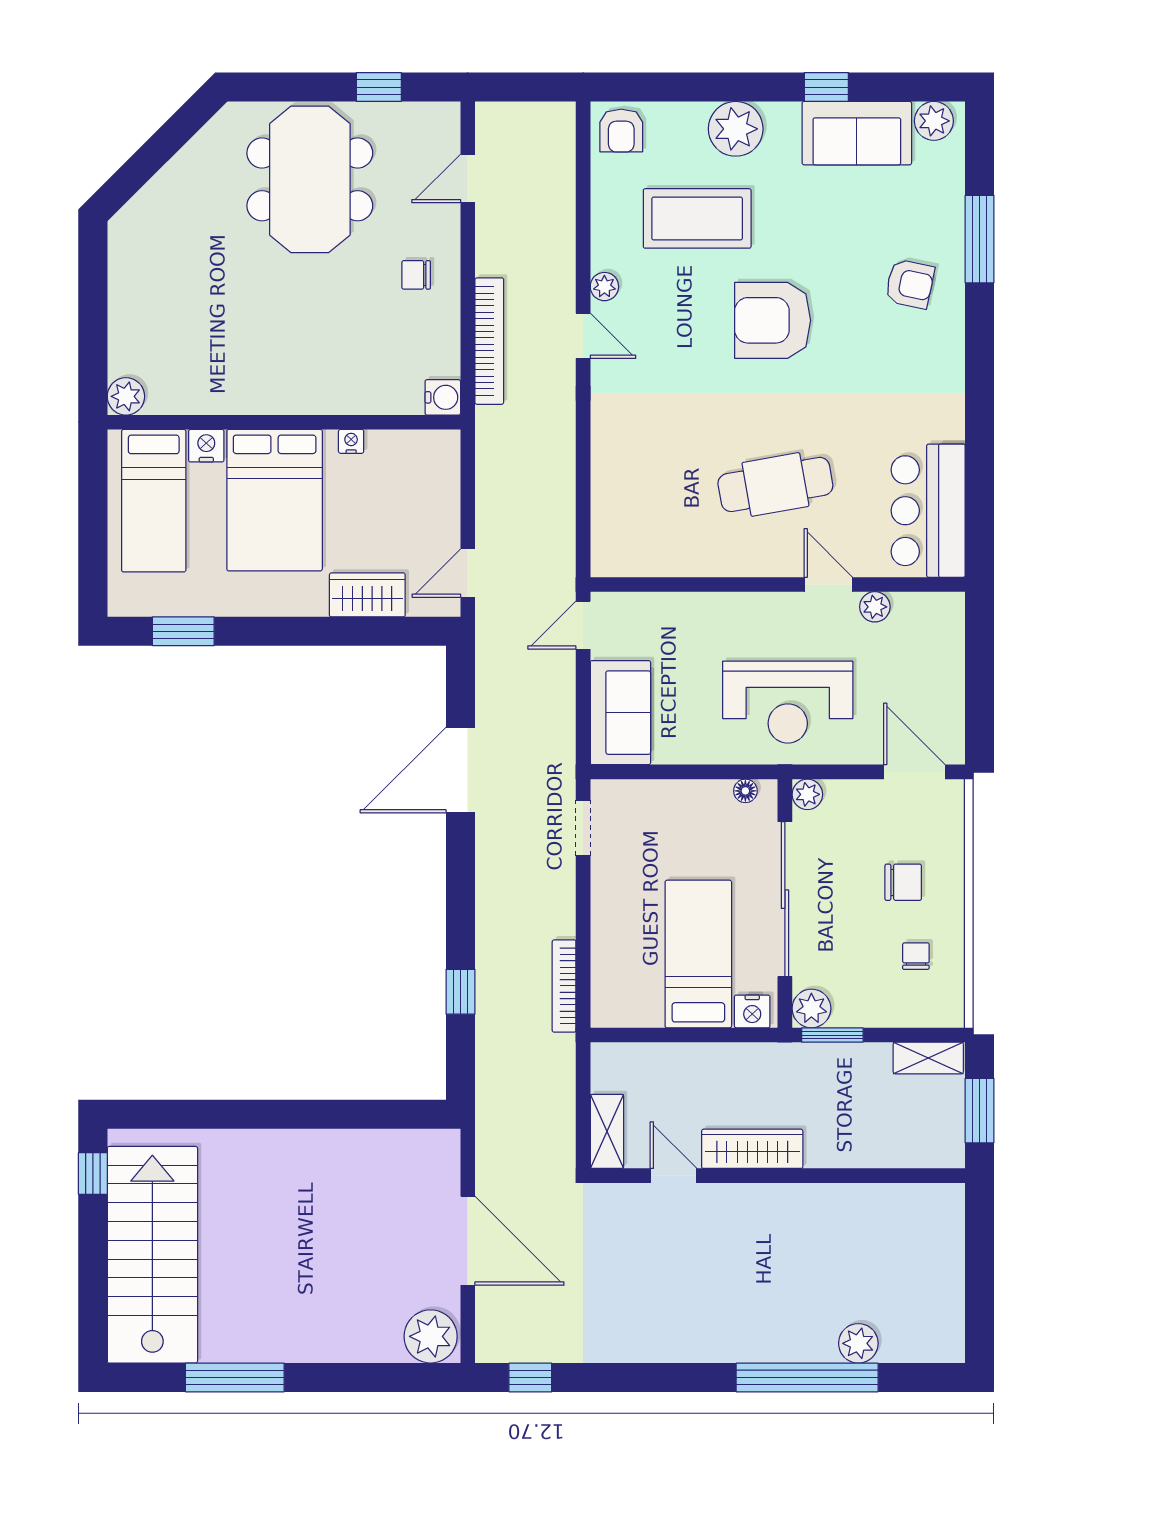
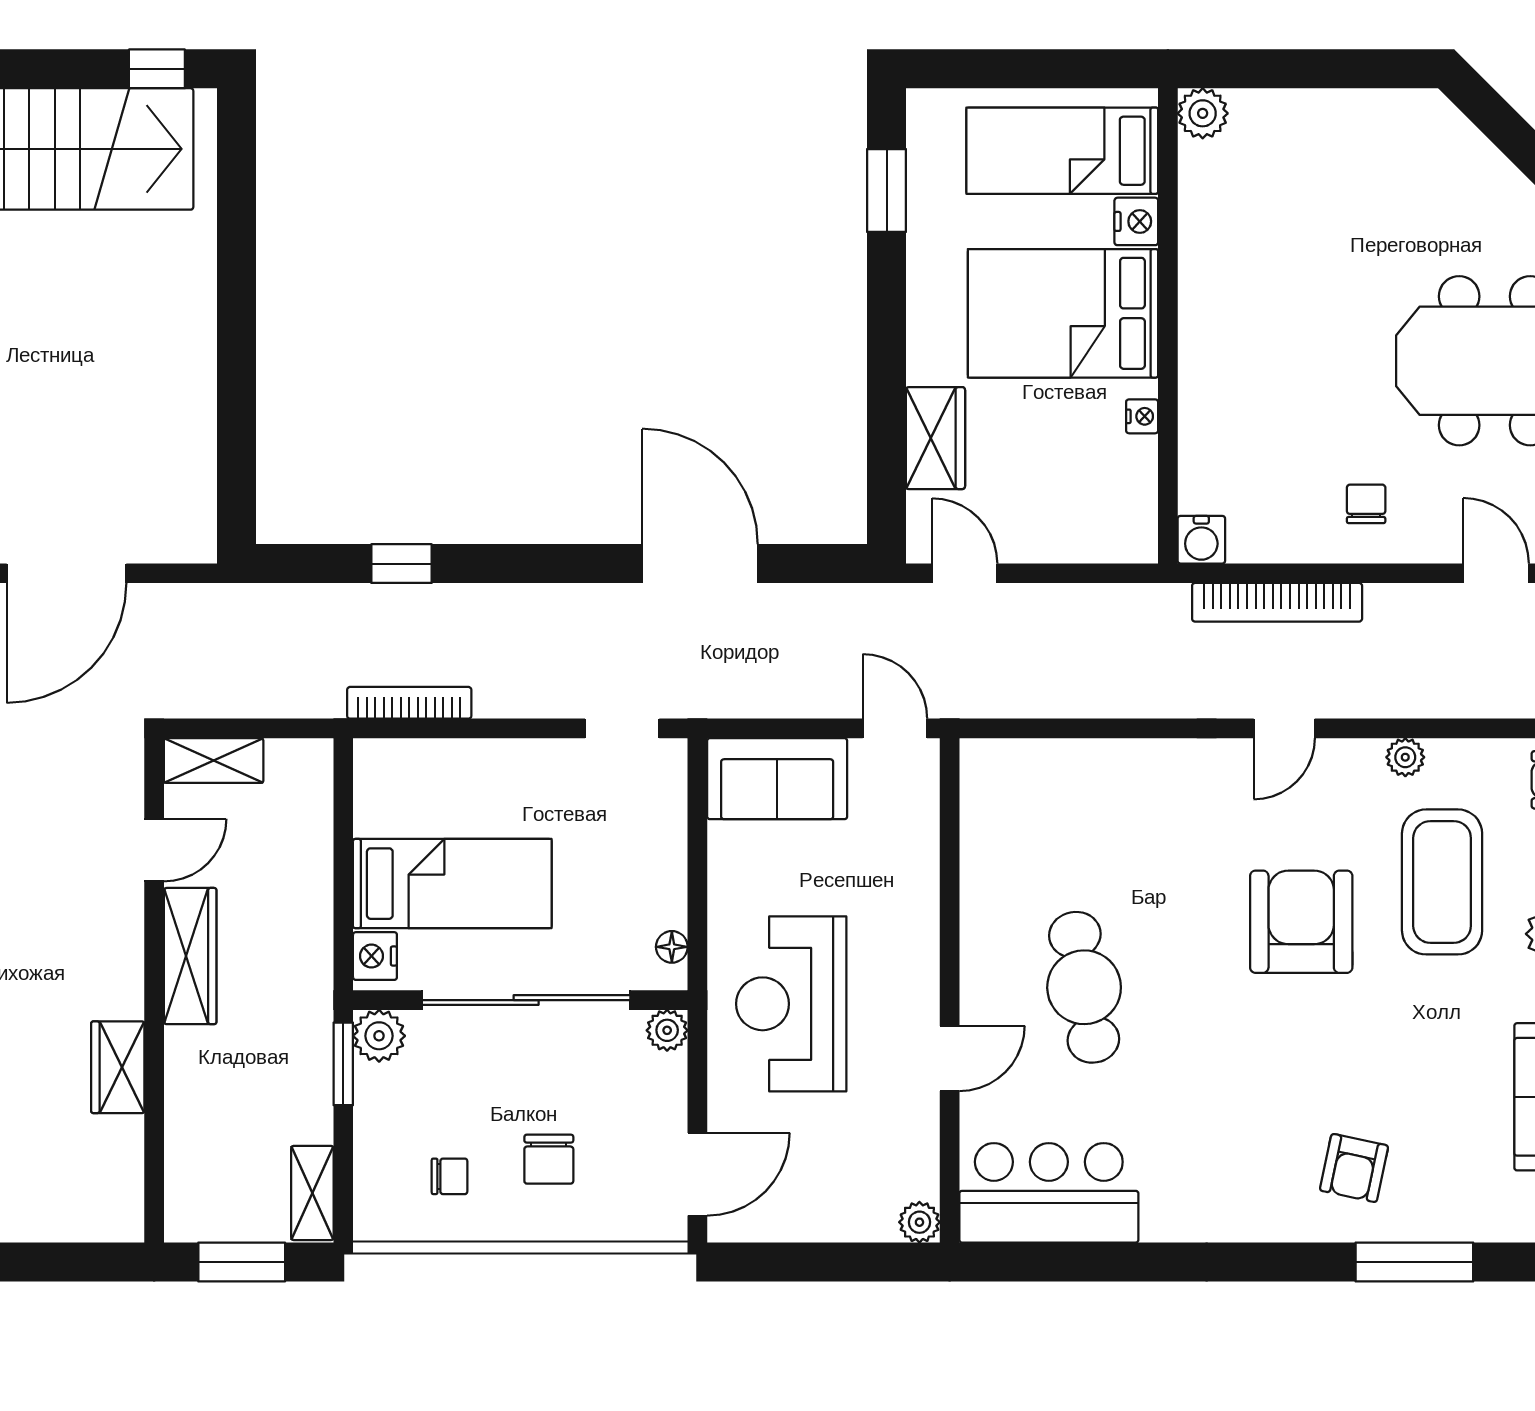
plant: (604, 287) -> (1405, 757), moved
armchair: (773, 320) -> (1301, 922), moved
plant: (875, 607) -> (919, 1222), moved
wardrobe: (835, 1203) -> (118, 1067), added

